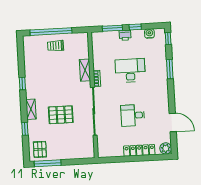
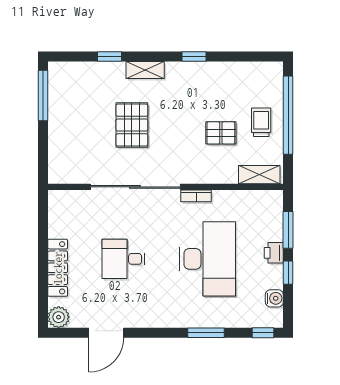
shelving: (85, 70) -> (259, 175), moved
desk: (130, 70) -> (207, 259), width x1.36, depth x1.30
desk: (133, 115) -> (124, 259), turned -90
pallet: (40, 149) -> (221, 133), moved

